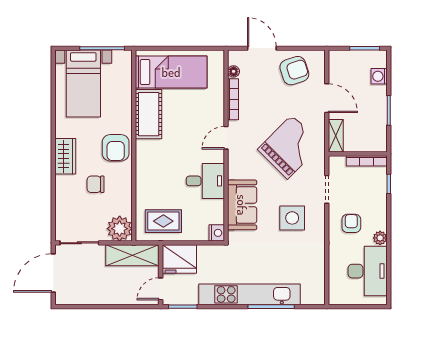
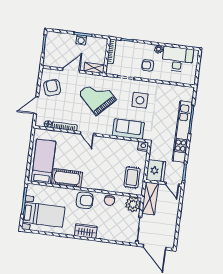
washing machine: (379, 76) -> (81, 40), moved
desk: (205, 181) -> (111, 149), removed
chair: (96, 184) -> (110, 200), moved

